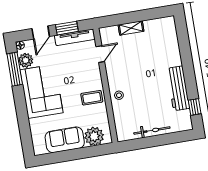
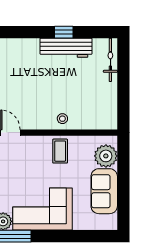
window: (195, 107) -> (64, 32), moved
bicycle: (152, 130) -> (110, 60), moved

